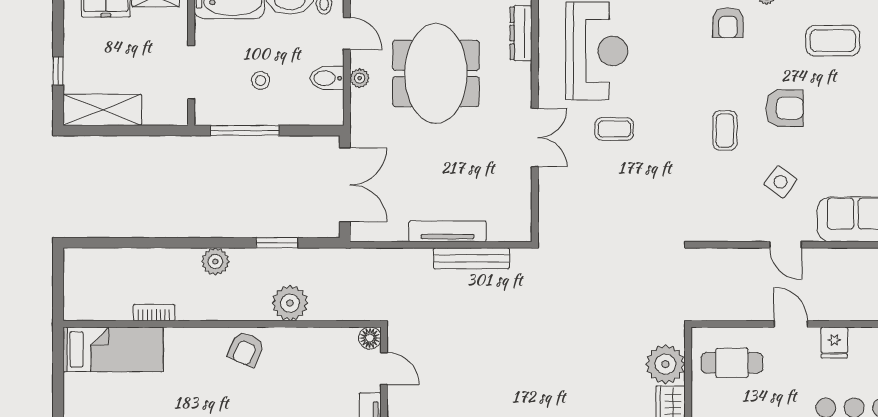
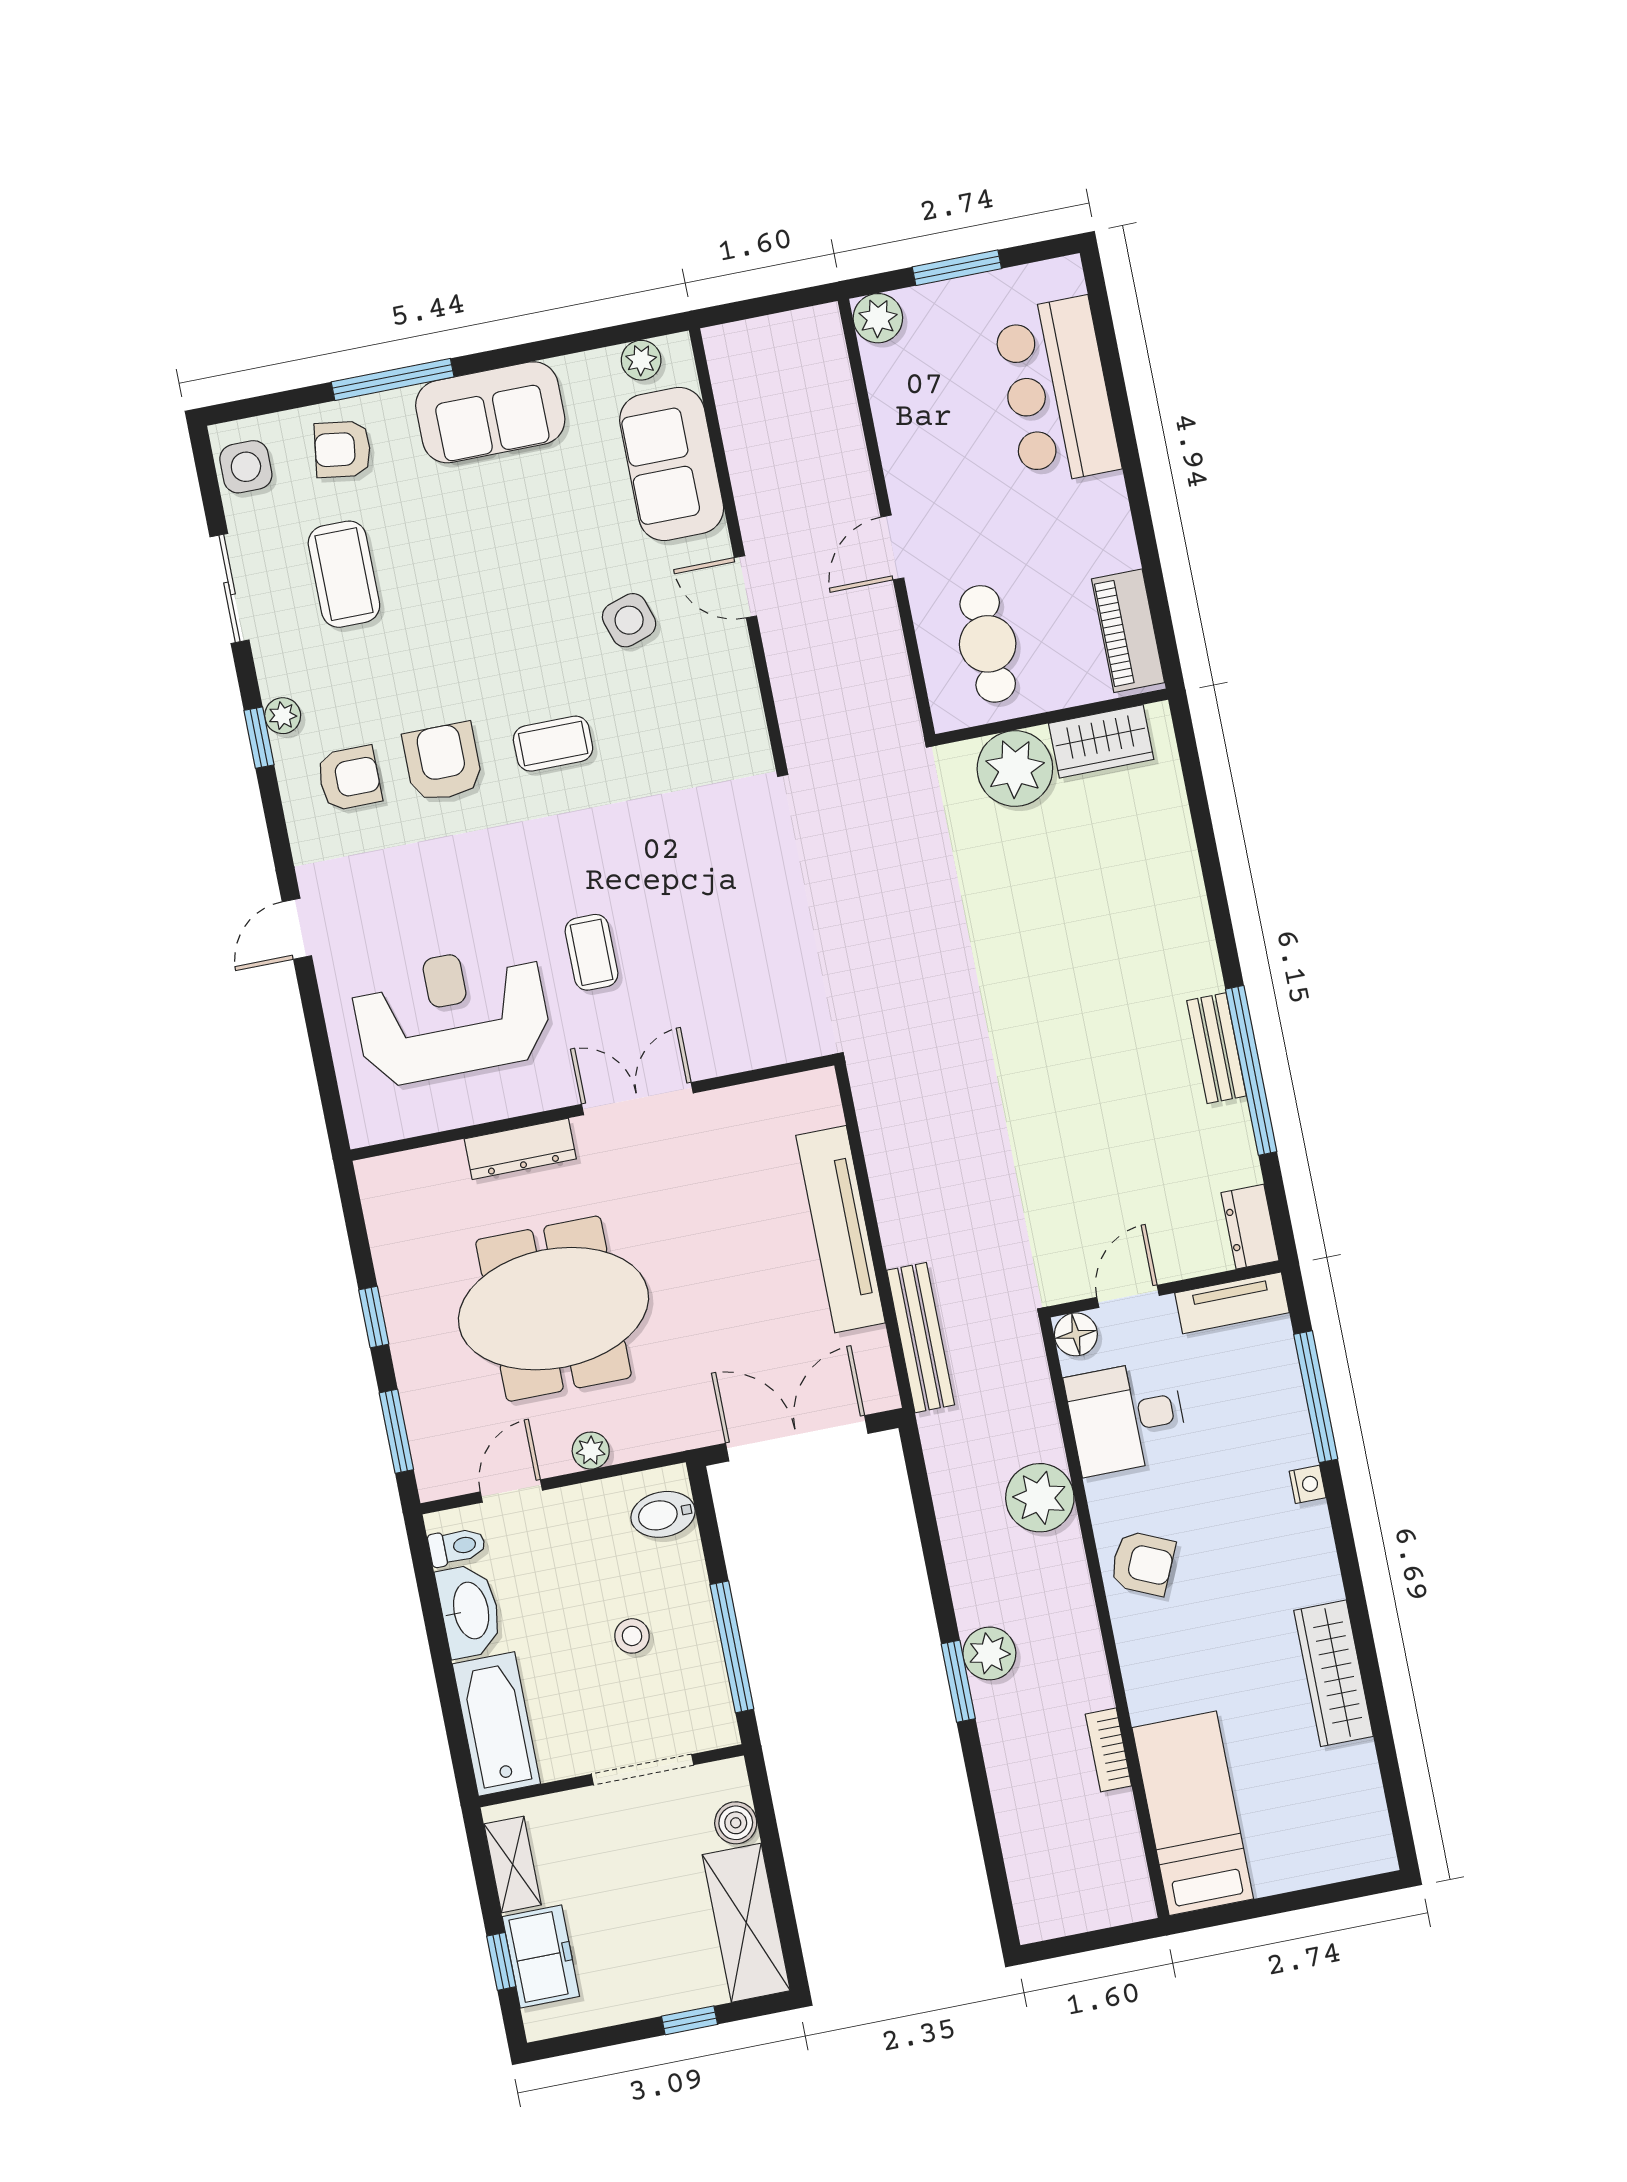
dresser: (521, 33) -> (520, 1149), moved
bidet: (327, 78) -> (663, 1514), moved, turned 90
armchair: (785, 108) -> (443, 762), moved
boiler: (154, 115) -> (736, 1823), added
side table: (780, 182) -> (629, 620), turned 36
tv unit: (447, 231) -> (841, 1229), width x1.36, depth x1.29
window: (277, 243) -> (958, 1681), moved
door: (786, 245) -> (745, 587), swing flipped
bench: (472, 258) -> (921, 1338), moved
fridge: (834, 343) -> (911, 459), removed
desk: (322, 356) -> (1127, 1417), added

